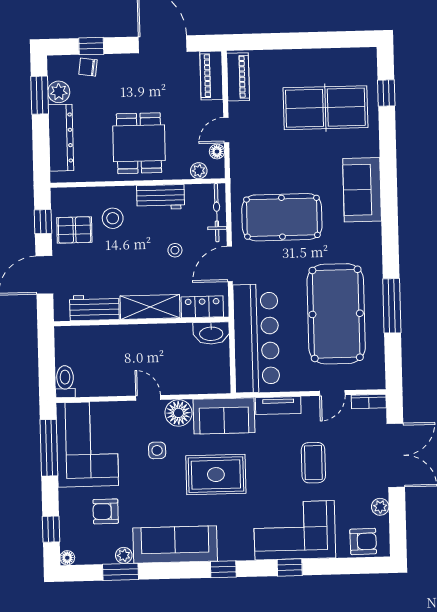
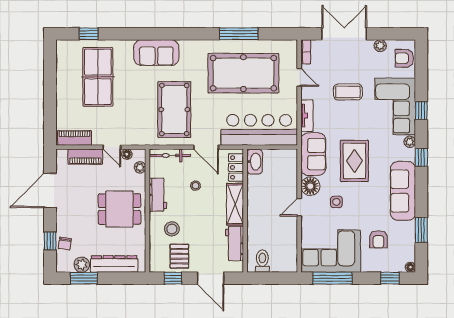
piano: (211, 76) -> (85, 157), moved
toilet: (65, 382) -> (262, 261), moved, turned 90
armchair: (363, 541) -> (404, 58), turned -89
plant: (124, 555) -> (410, 142), moved

